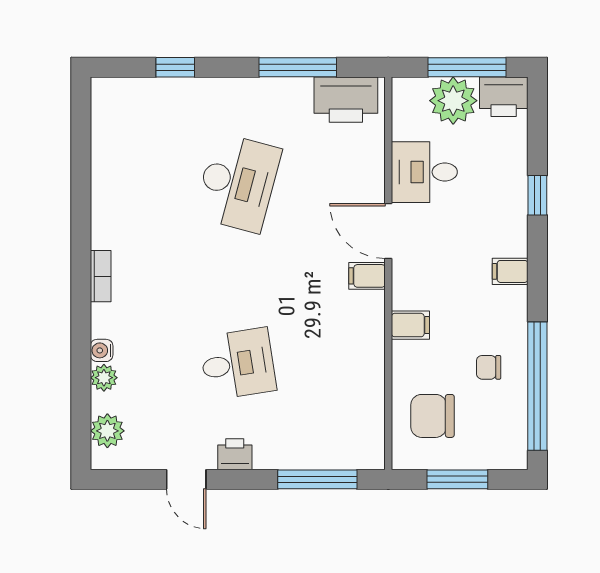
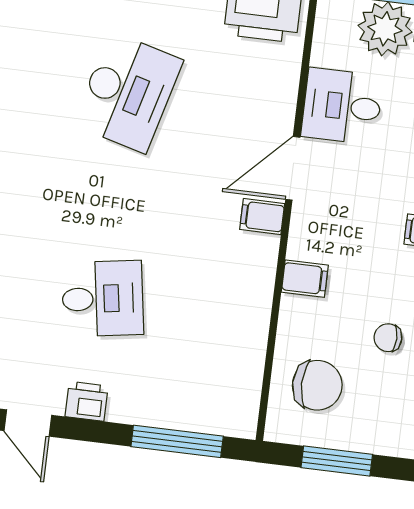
door: (388, 231) -> (293, 168), hinge flipped
chair: (433, 416) -> (317, 385), turned 180

